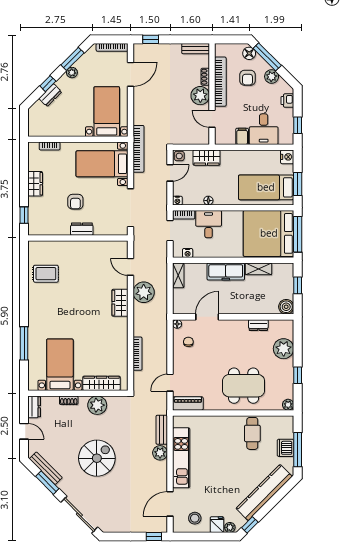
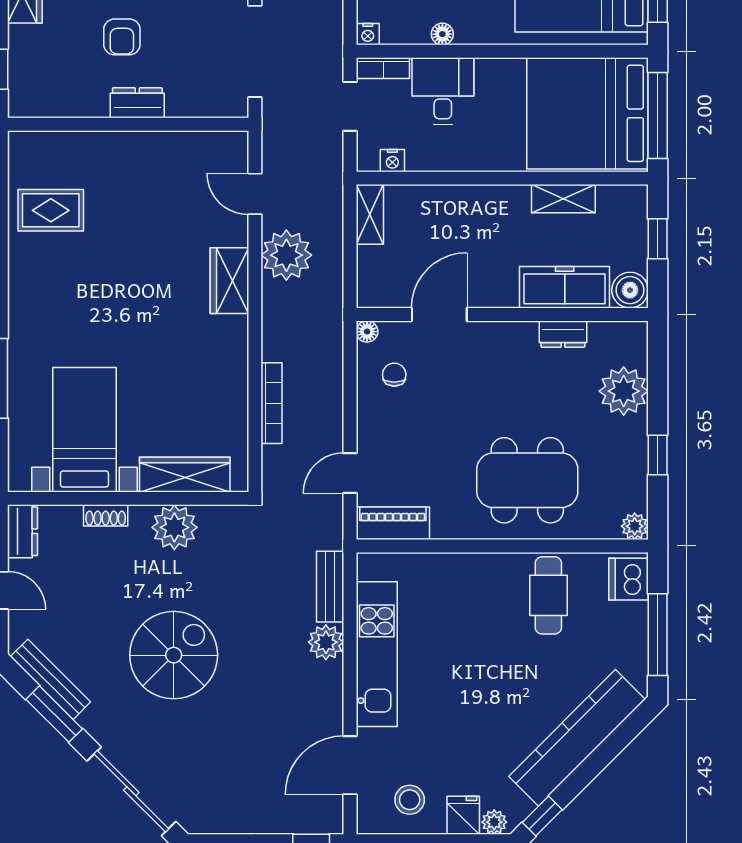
freezer: (226, 272) -> (565, 287), moved, turned 180
dishwasher: (286, 448) -> (628, 579), moved

